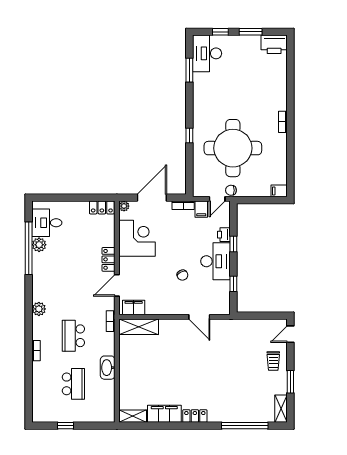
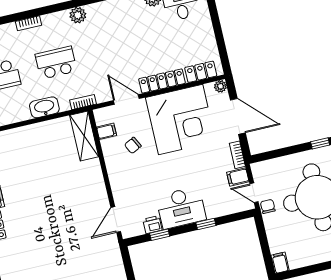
locker: (102, 207) -> (201, 72), moved, turned 90
printer: (224, 235) -> (152, 225), moved
corner desk: (137, 238) -> (181, 119), width x1.36, depth x1.36
locker: (109, 259) -> (162, 81), width x1.53
chair: (182, 275) -> (133, 145), moved
filing cabinet: (134, 308) -> (107, 131), width x0.50
door: (199, 317) -> (116, 220), moved
washbasin: (108, 368) -> (44, 107), moved

